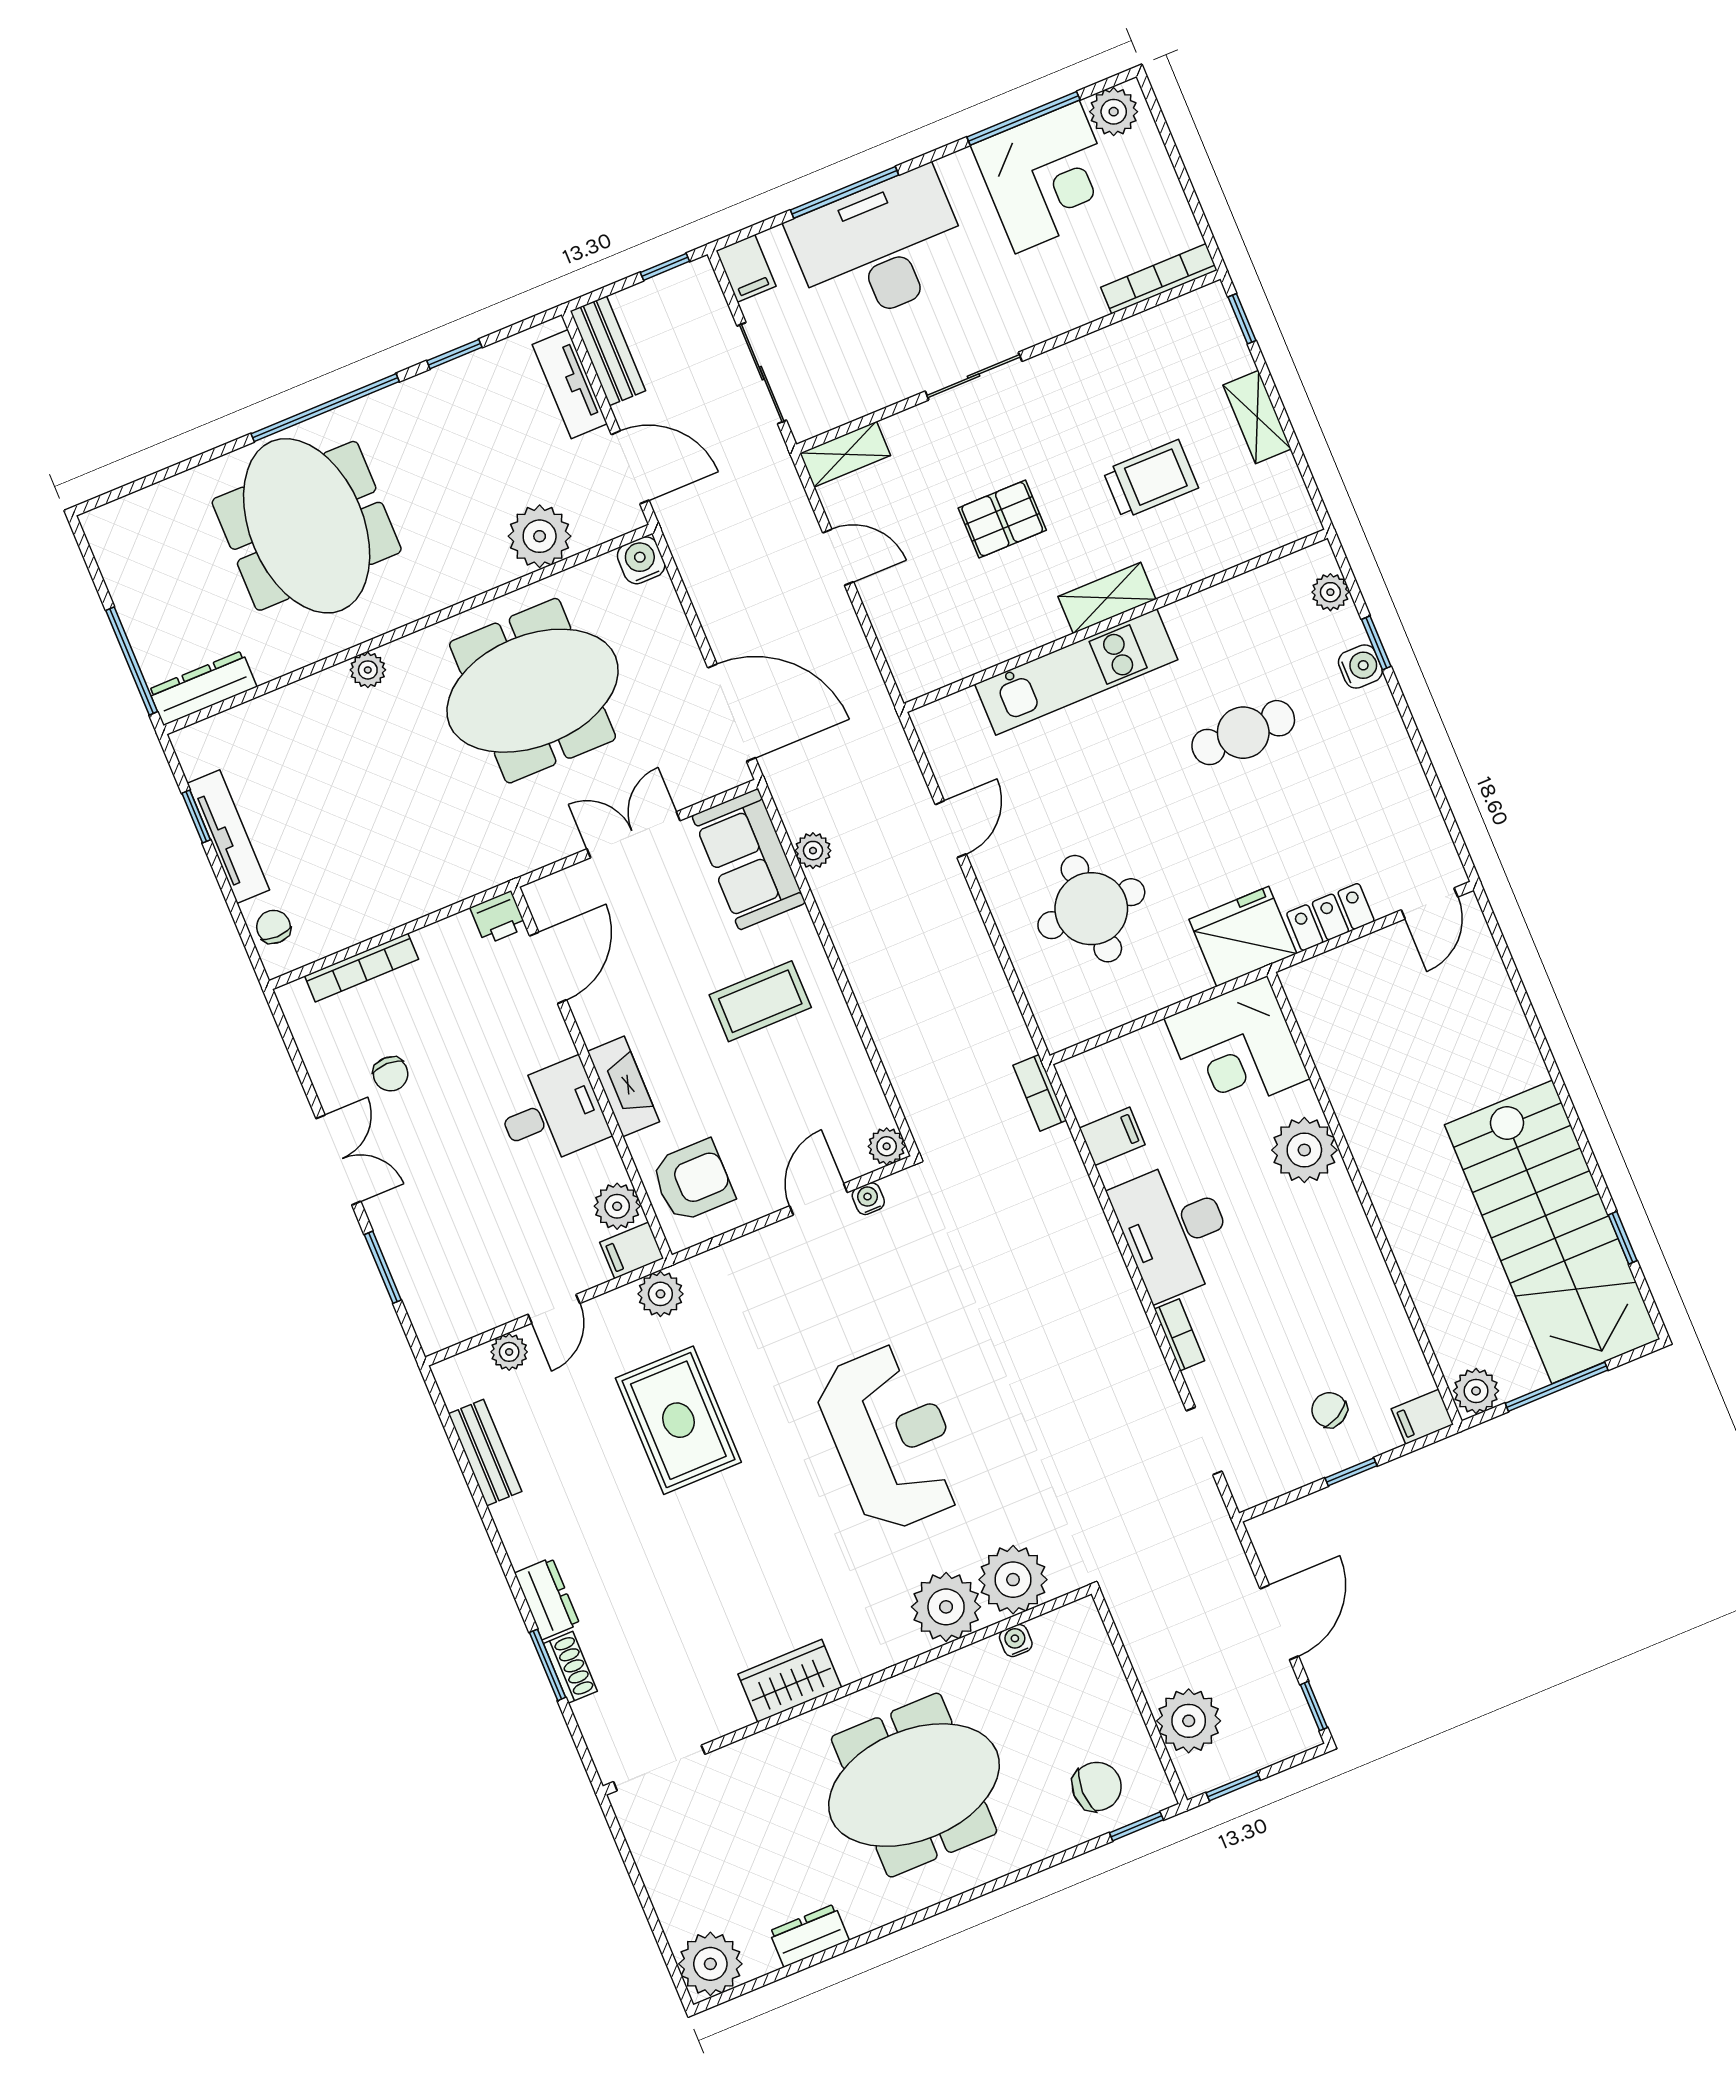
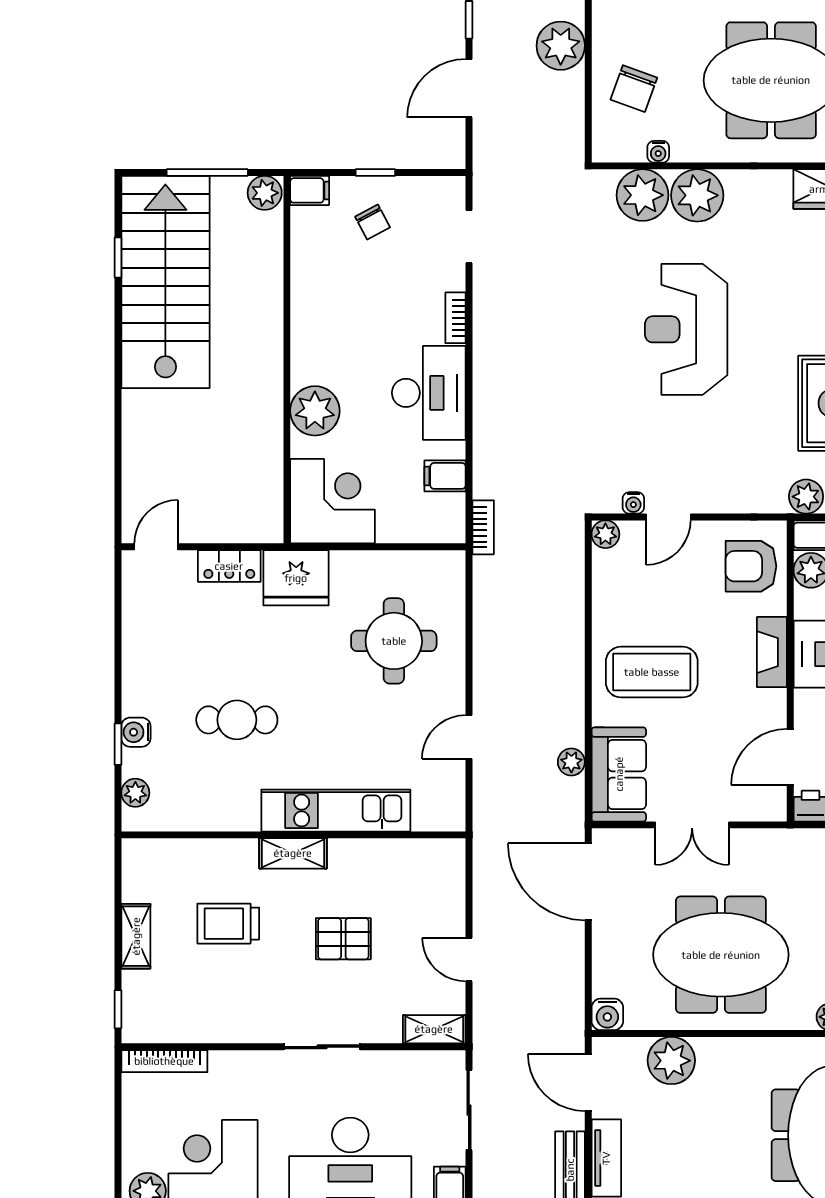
coffee table: (760, 1001) -> (652, 672), width x1.36, depth x1.32
chair: (1097, 1787) -> (634, 89), moved, turned -70

